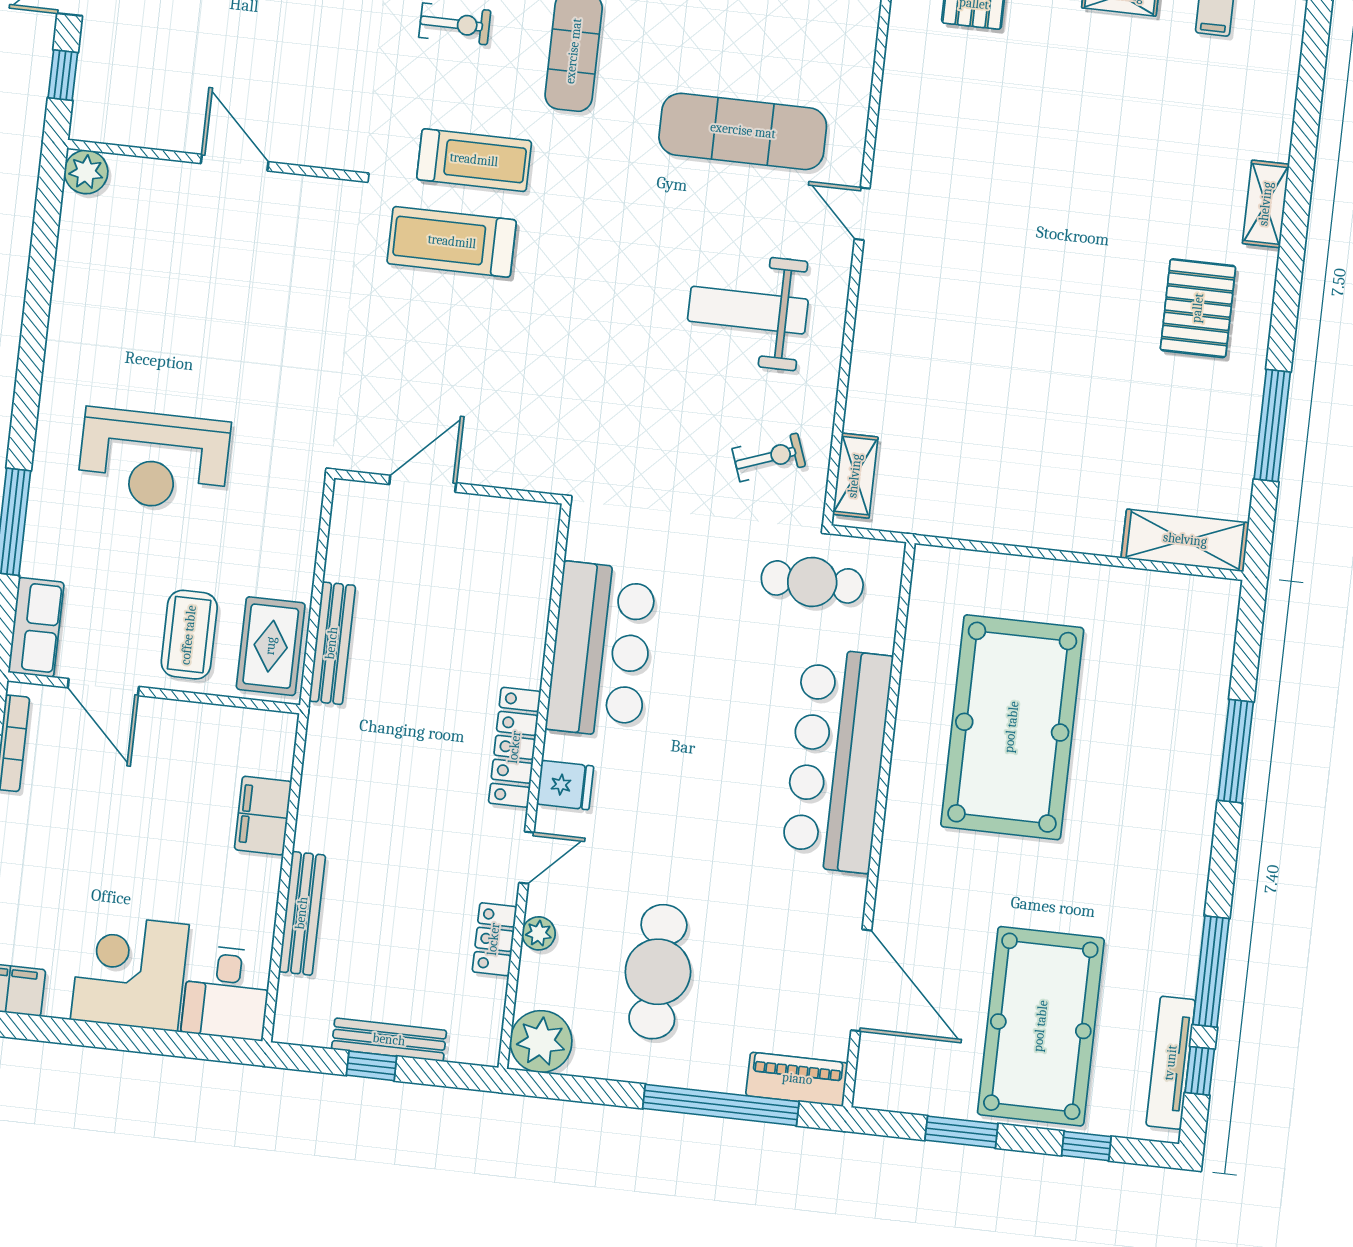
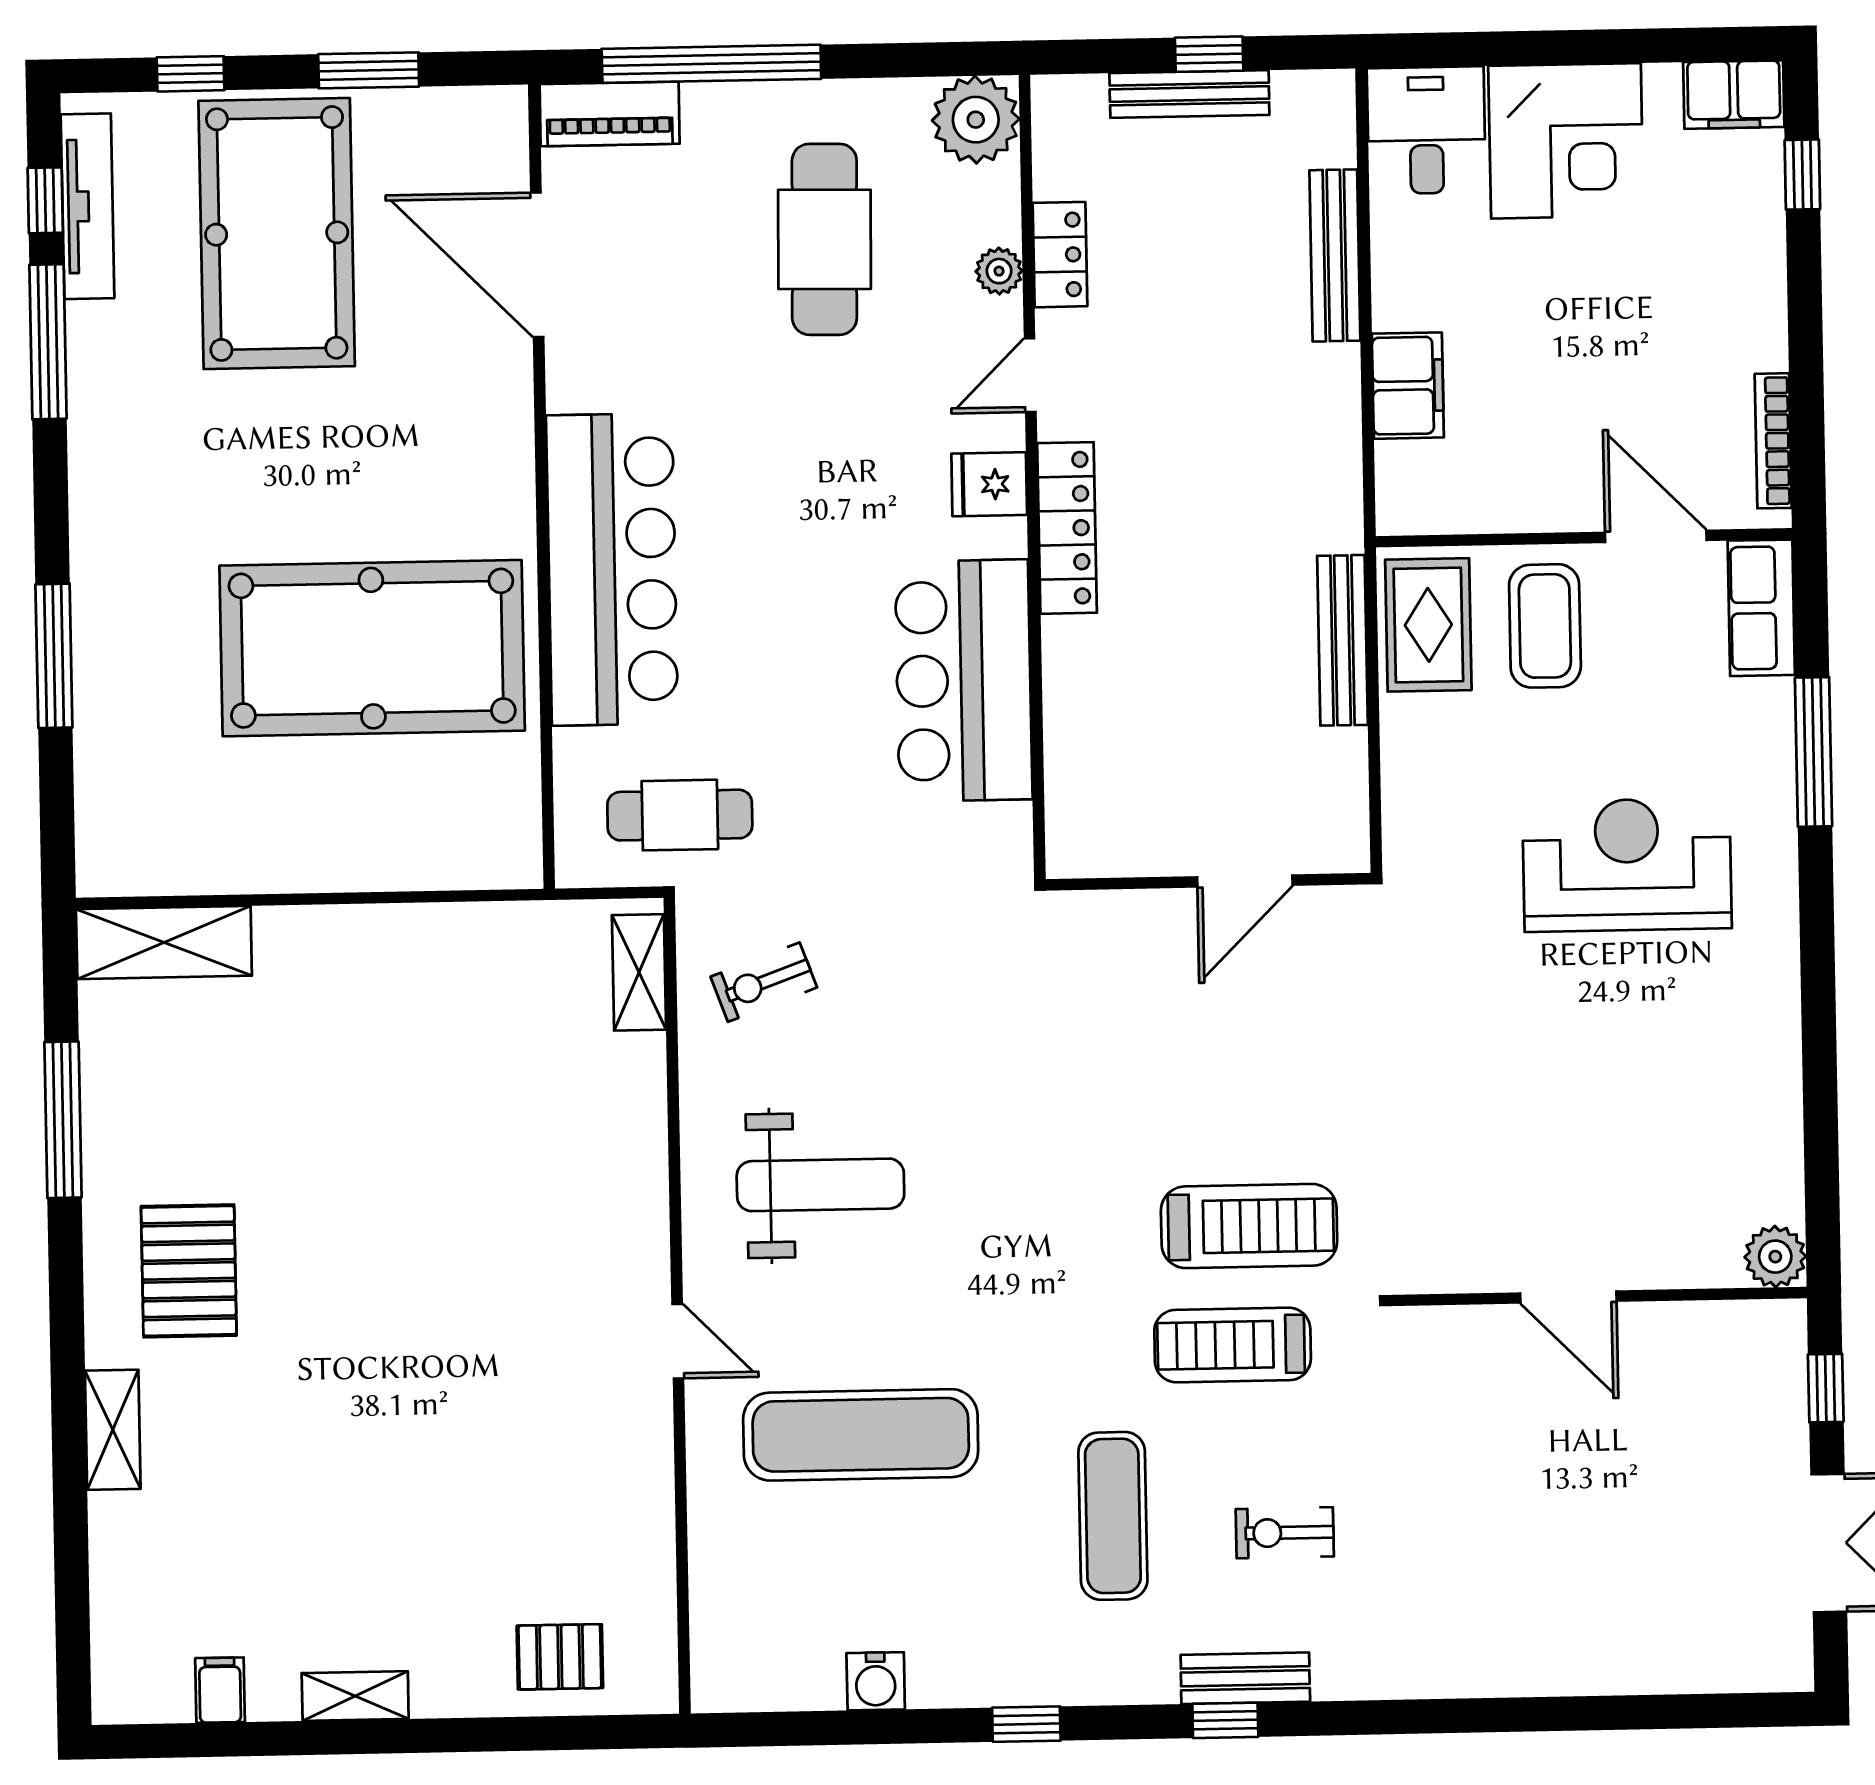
pool table: (1012, 727) -> (372, 648), turned 90

